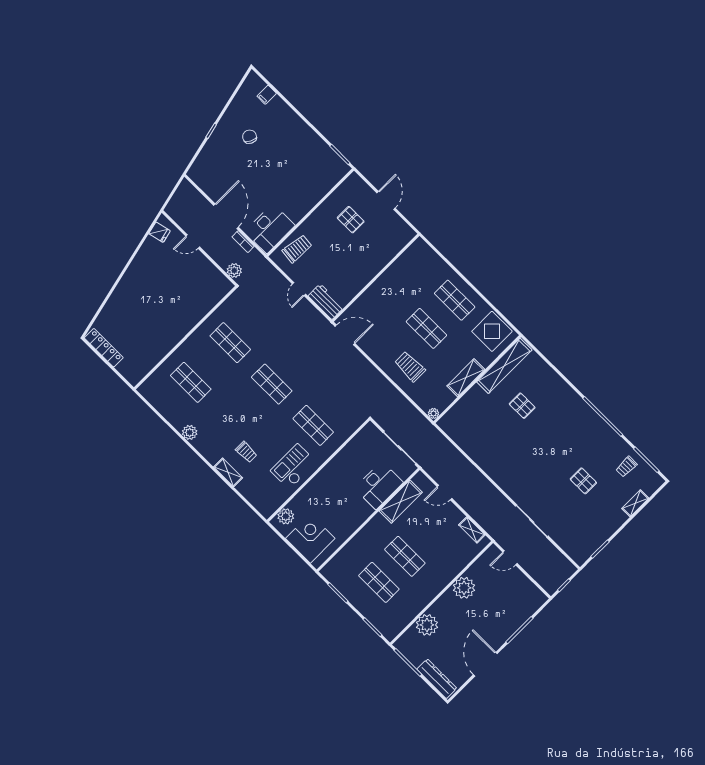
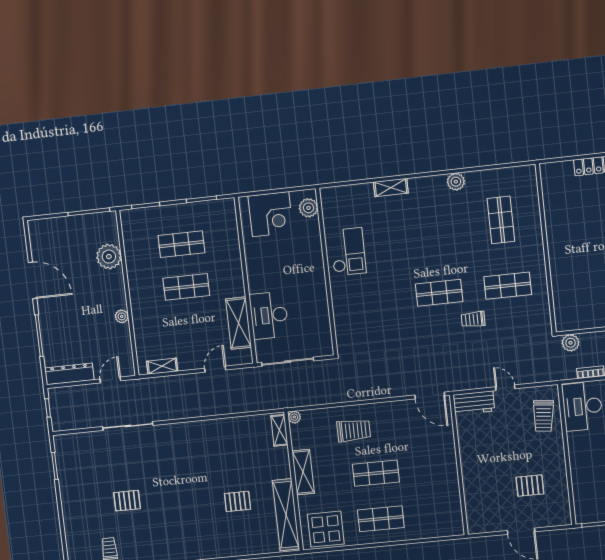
door: (345, 335) -> (430, 395), hinge flipped
shop shelf: (191, 382) -> (501, 220), turned 90
shop shelf: (313, 425) -> (371, 300), removed
trolley: (246, 452) -> (473, 319), moved
shelving: (635, 503) -> (279, 430), moved
plant: (464, 588) -> (122, 316), width x0.53, depth x0.53
dresser: (437, 679) -> (69, 374), moved, turned 180

